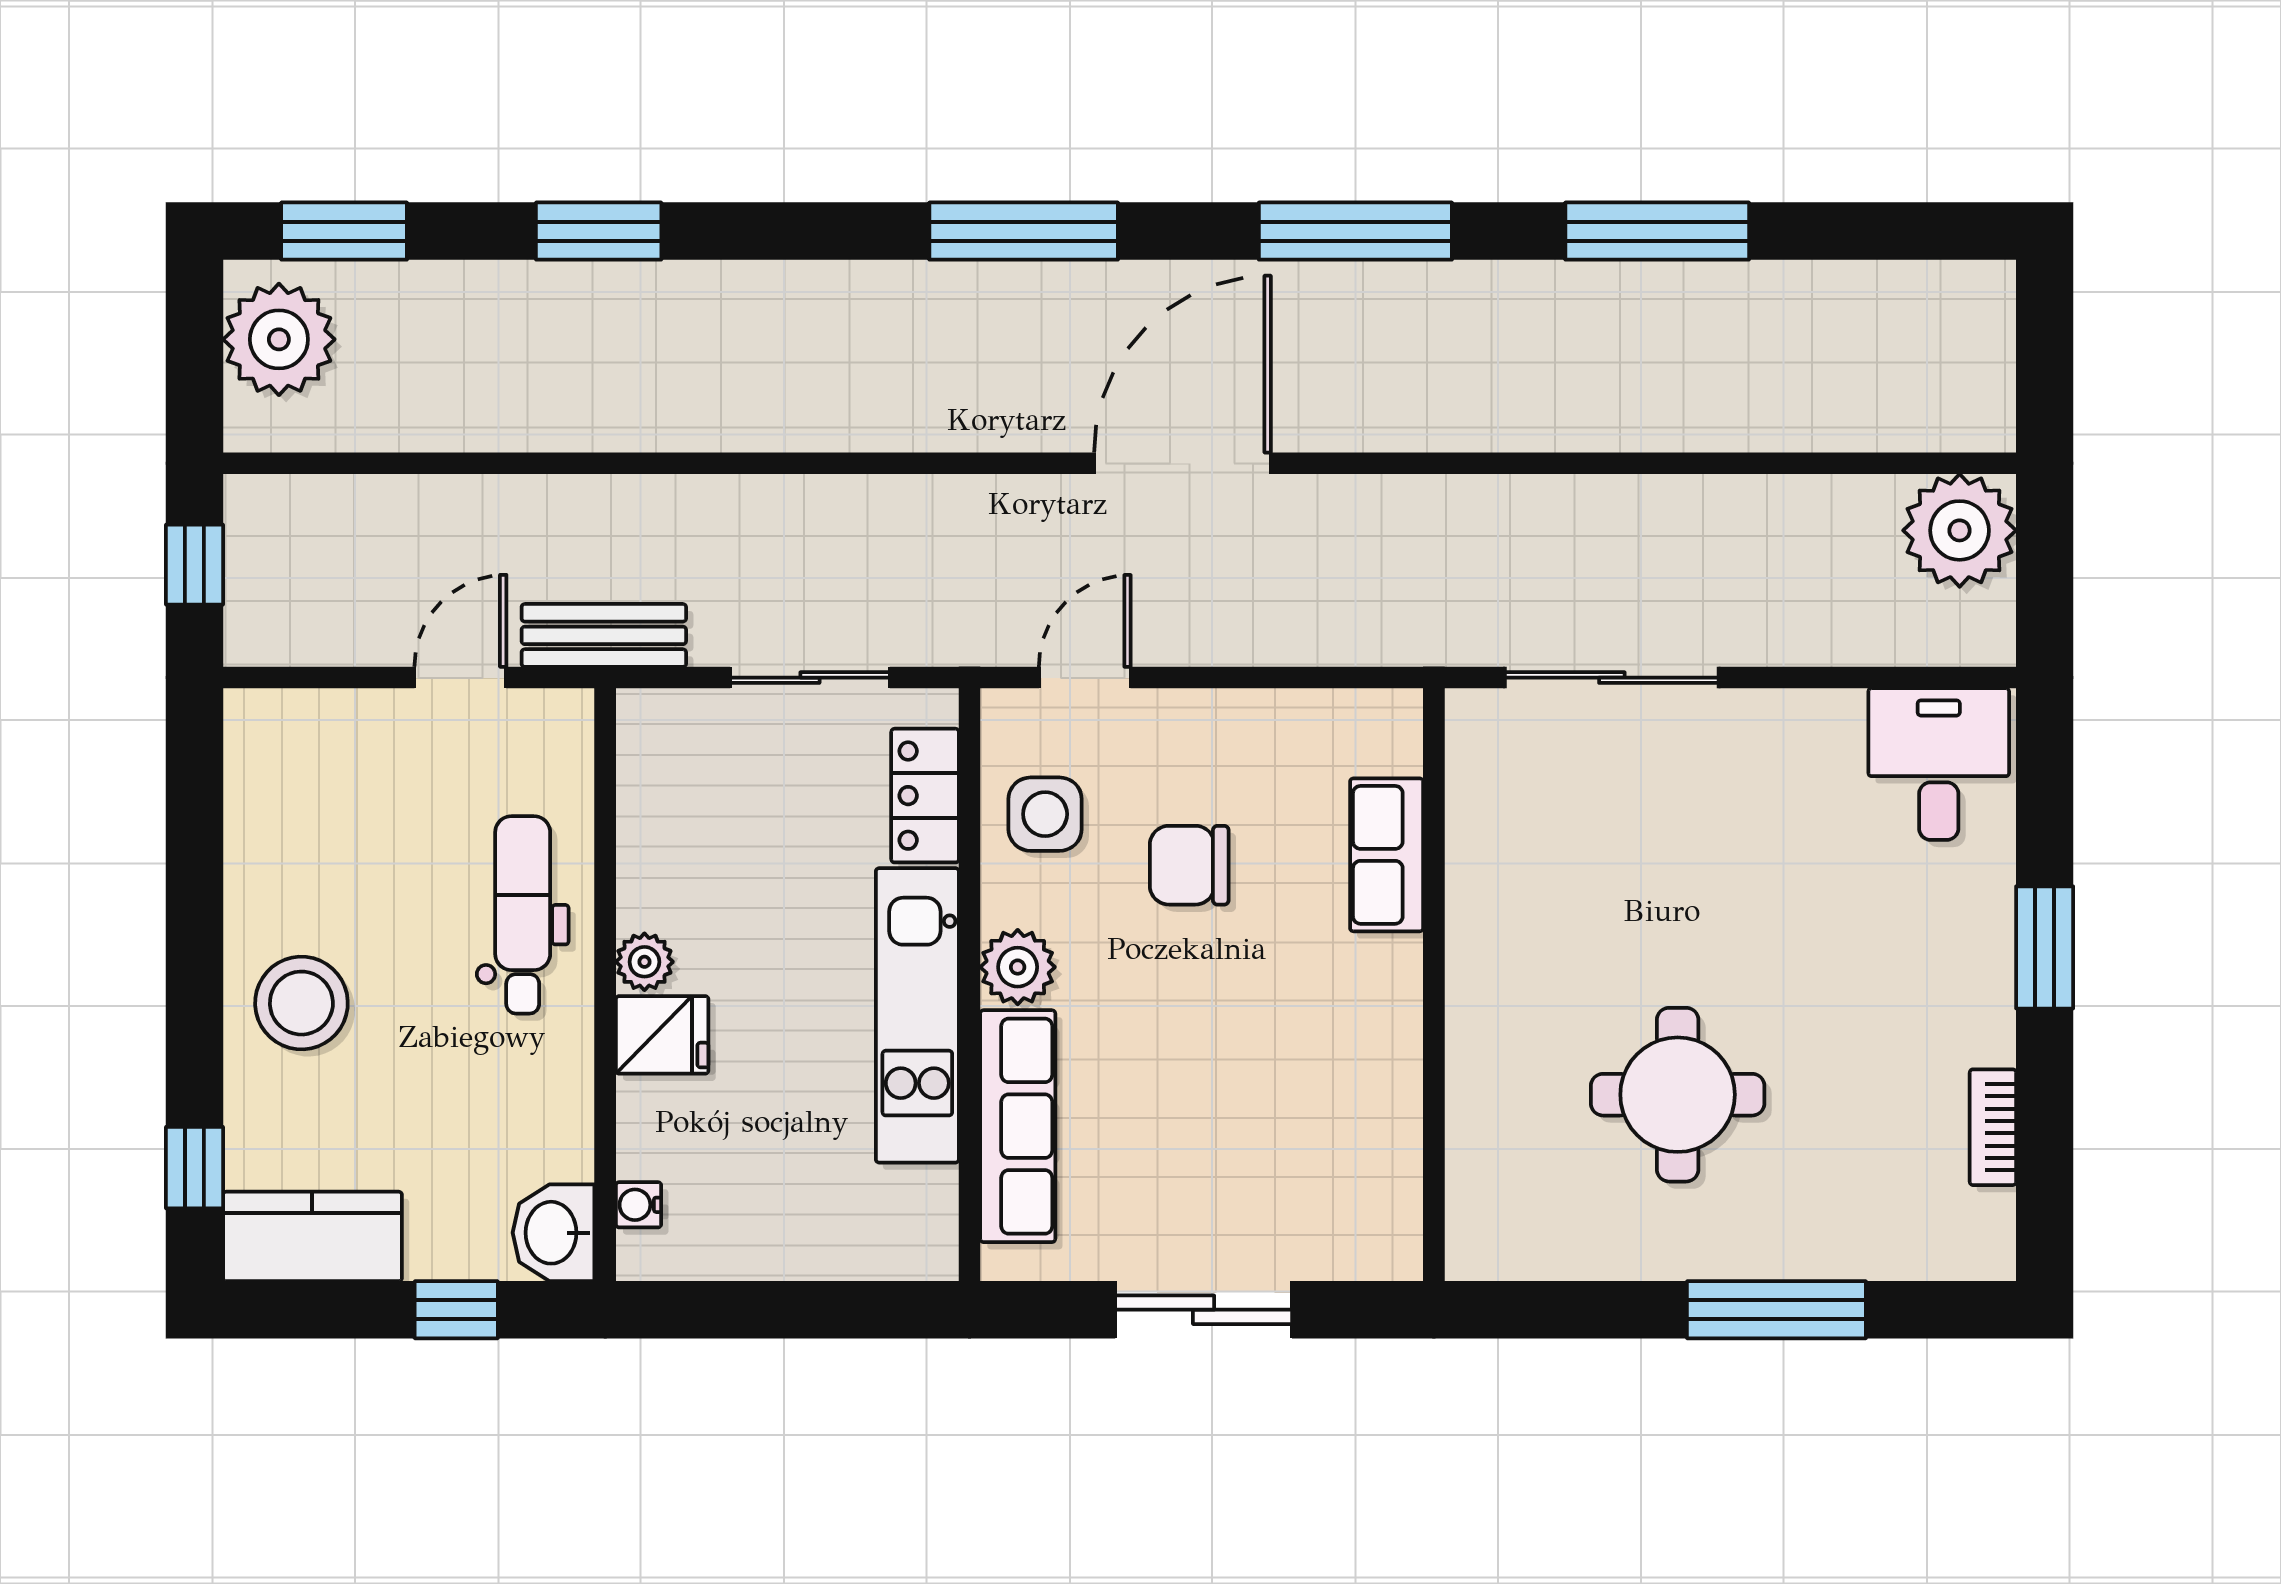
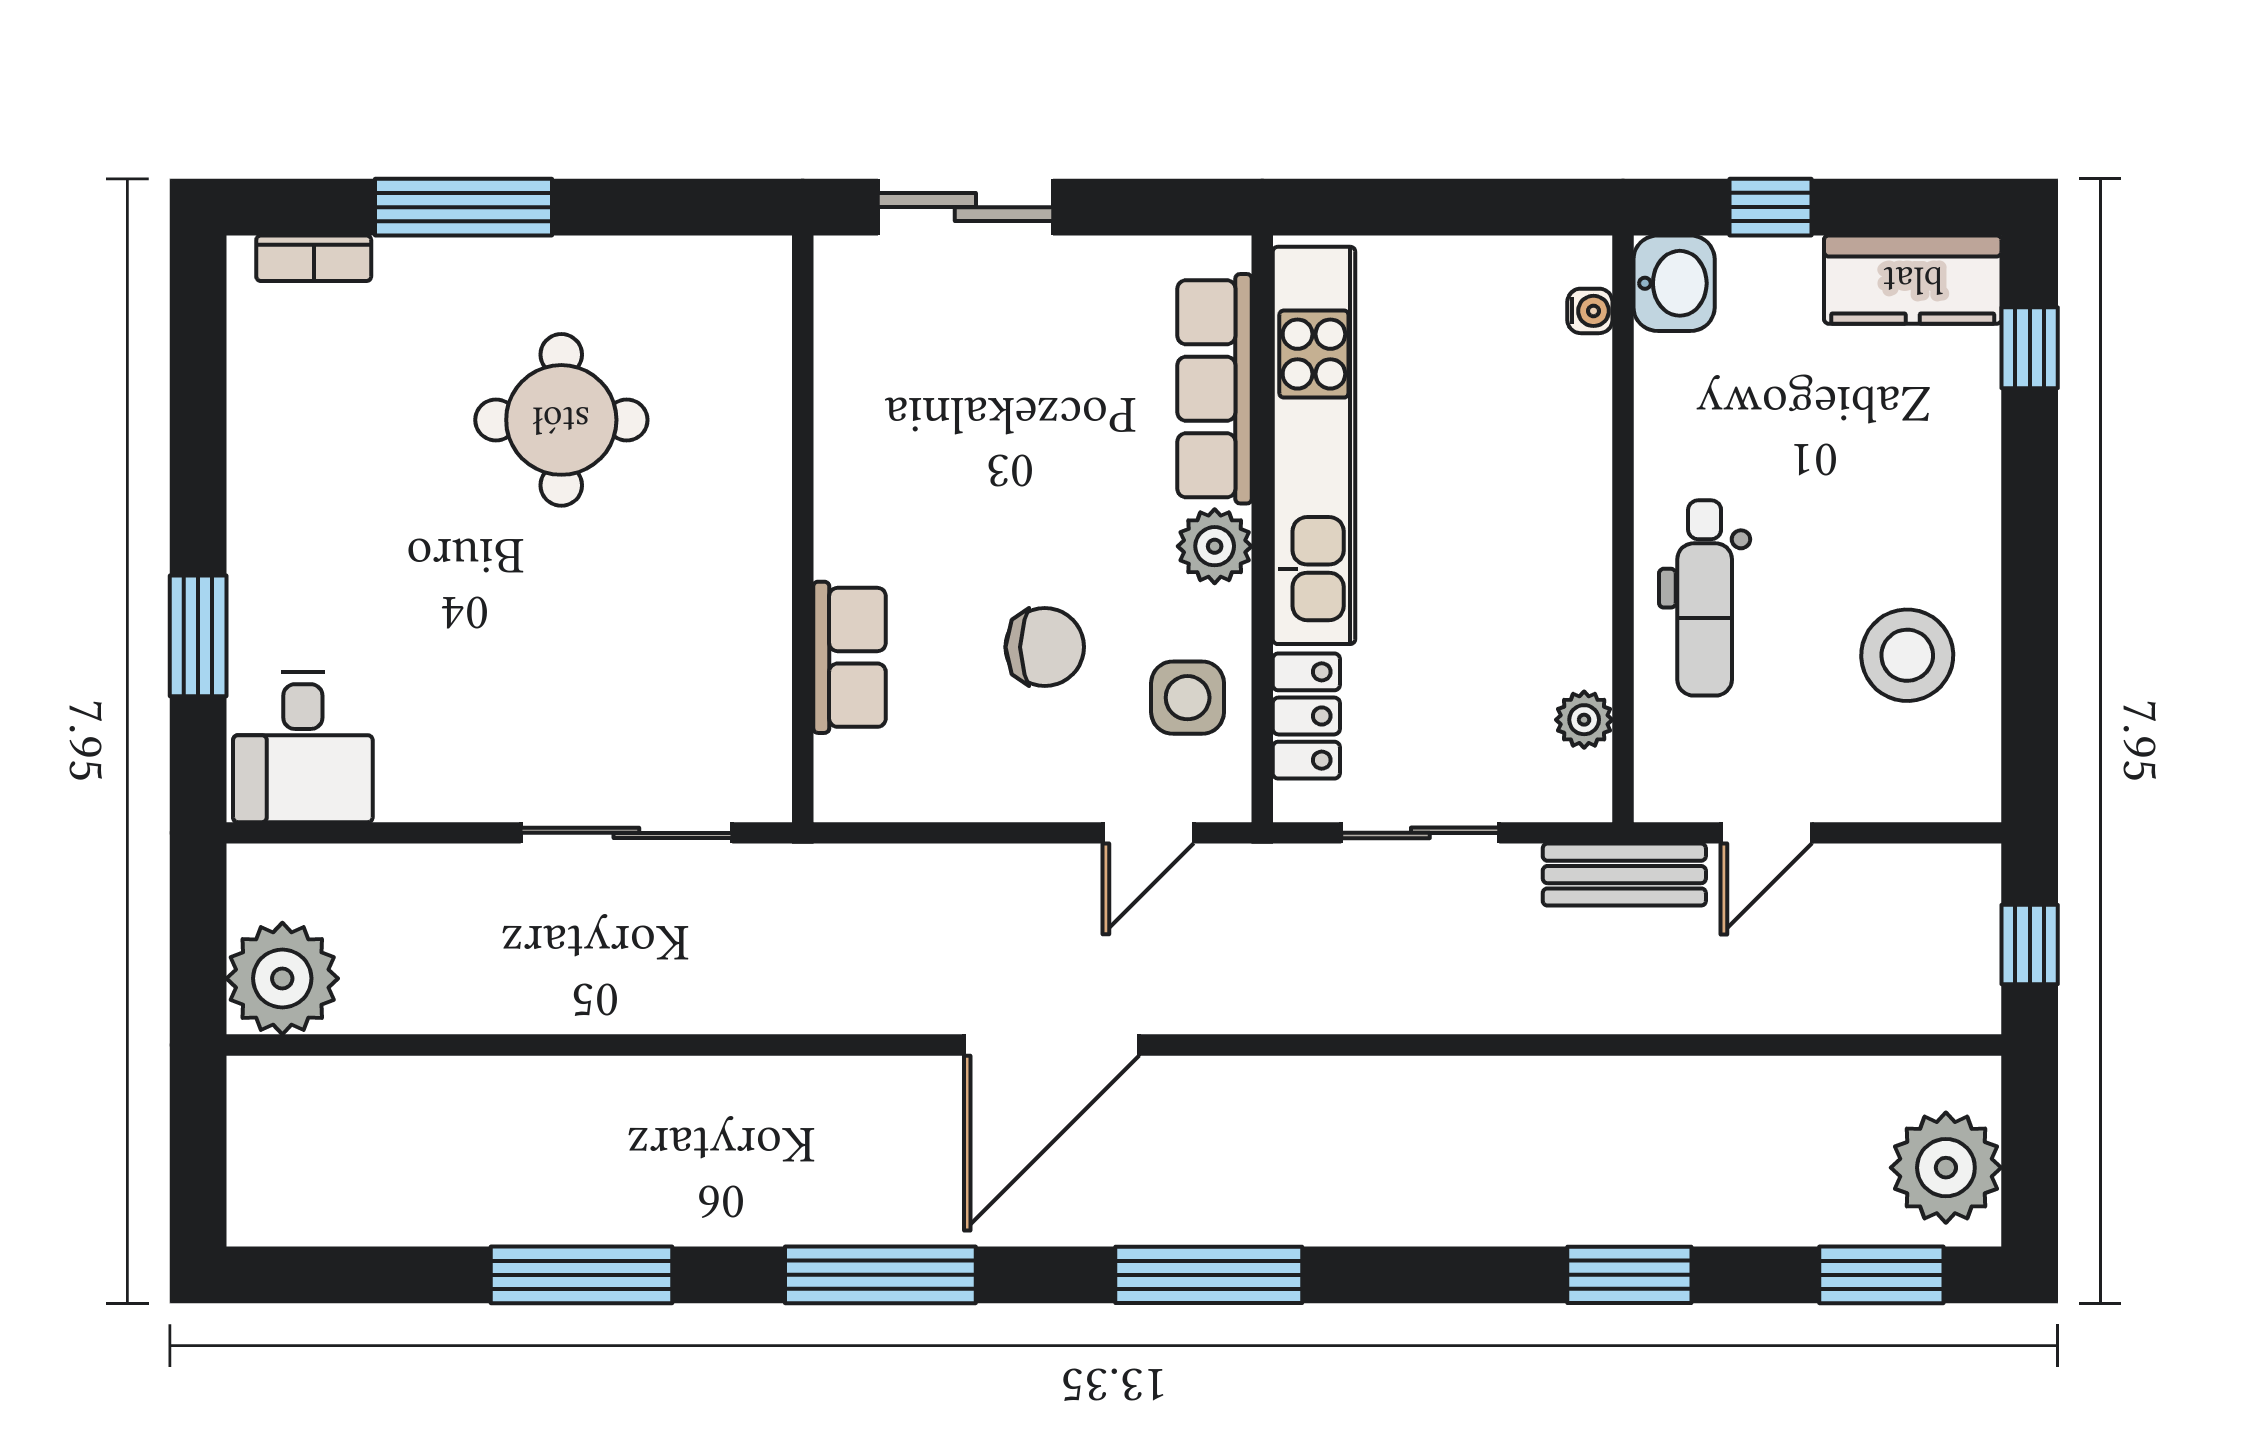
window: (2045, 947) -> (198, 636), moved
plant: (644, 962) -> (1584, 720), moved
stool: (301, 1003) -> (1907, 655), moved
kitchen unit: (917, 1015) -> (1314, 445), width x1.36
fridge: (662, 1035) -> (1567, 479), removed
bookcase: (1993, 1127) -> (314, 258), moved, turned 90
sliding door: (1204, 1310) -> (965, 207), moved

